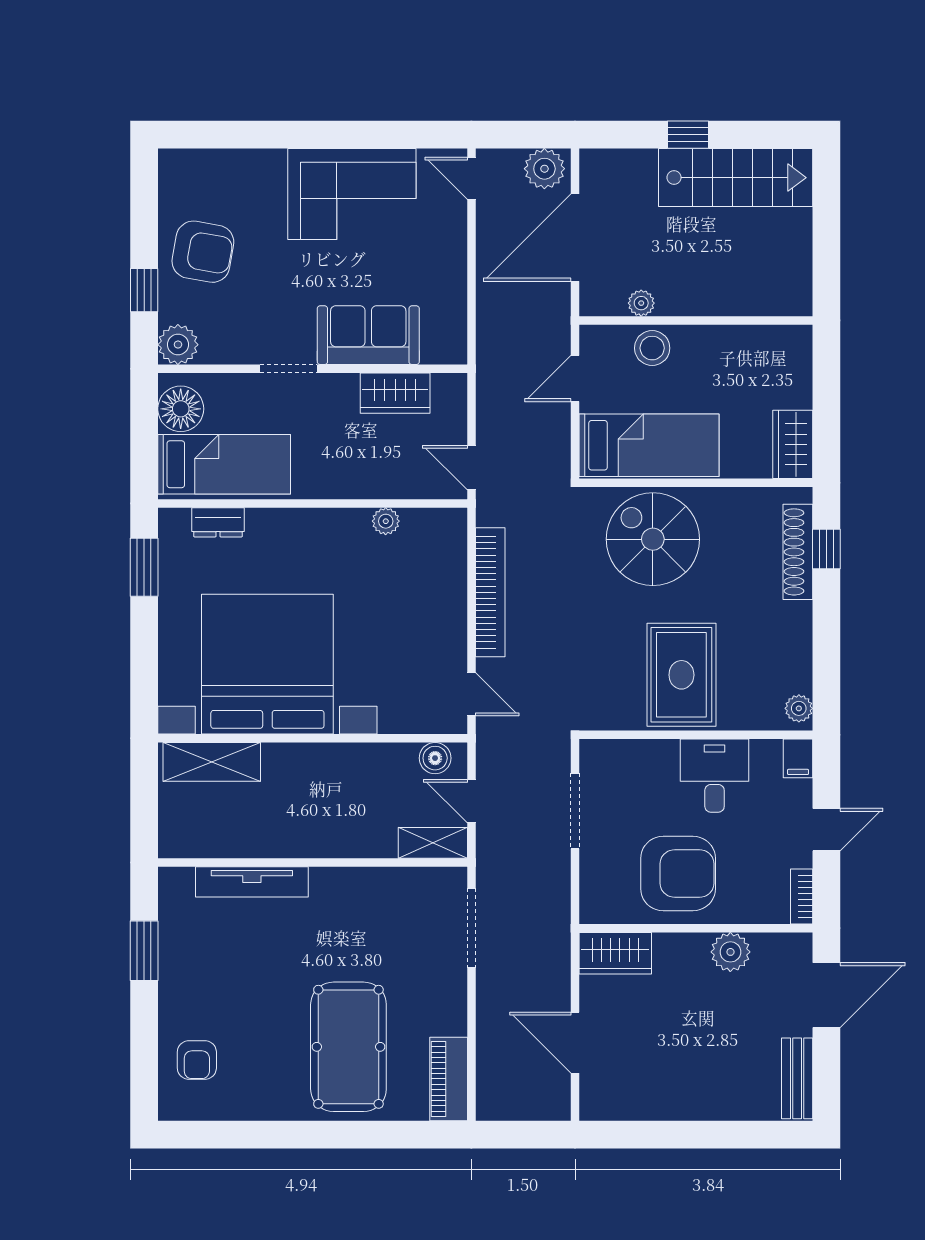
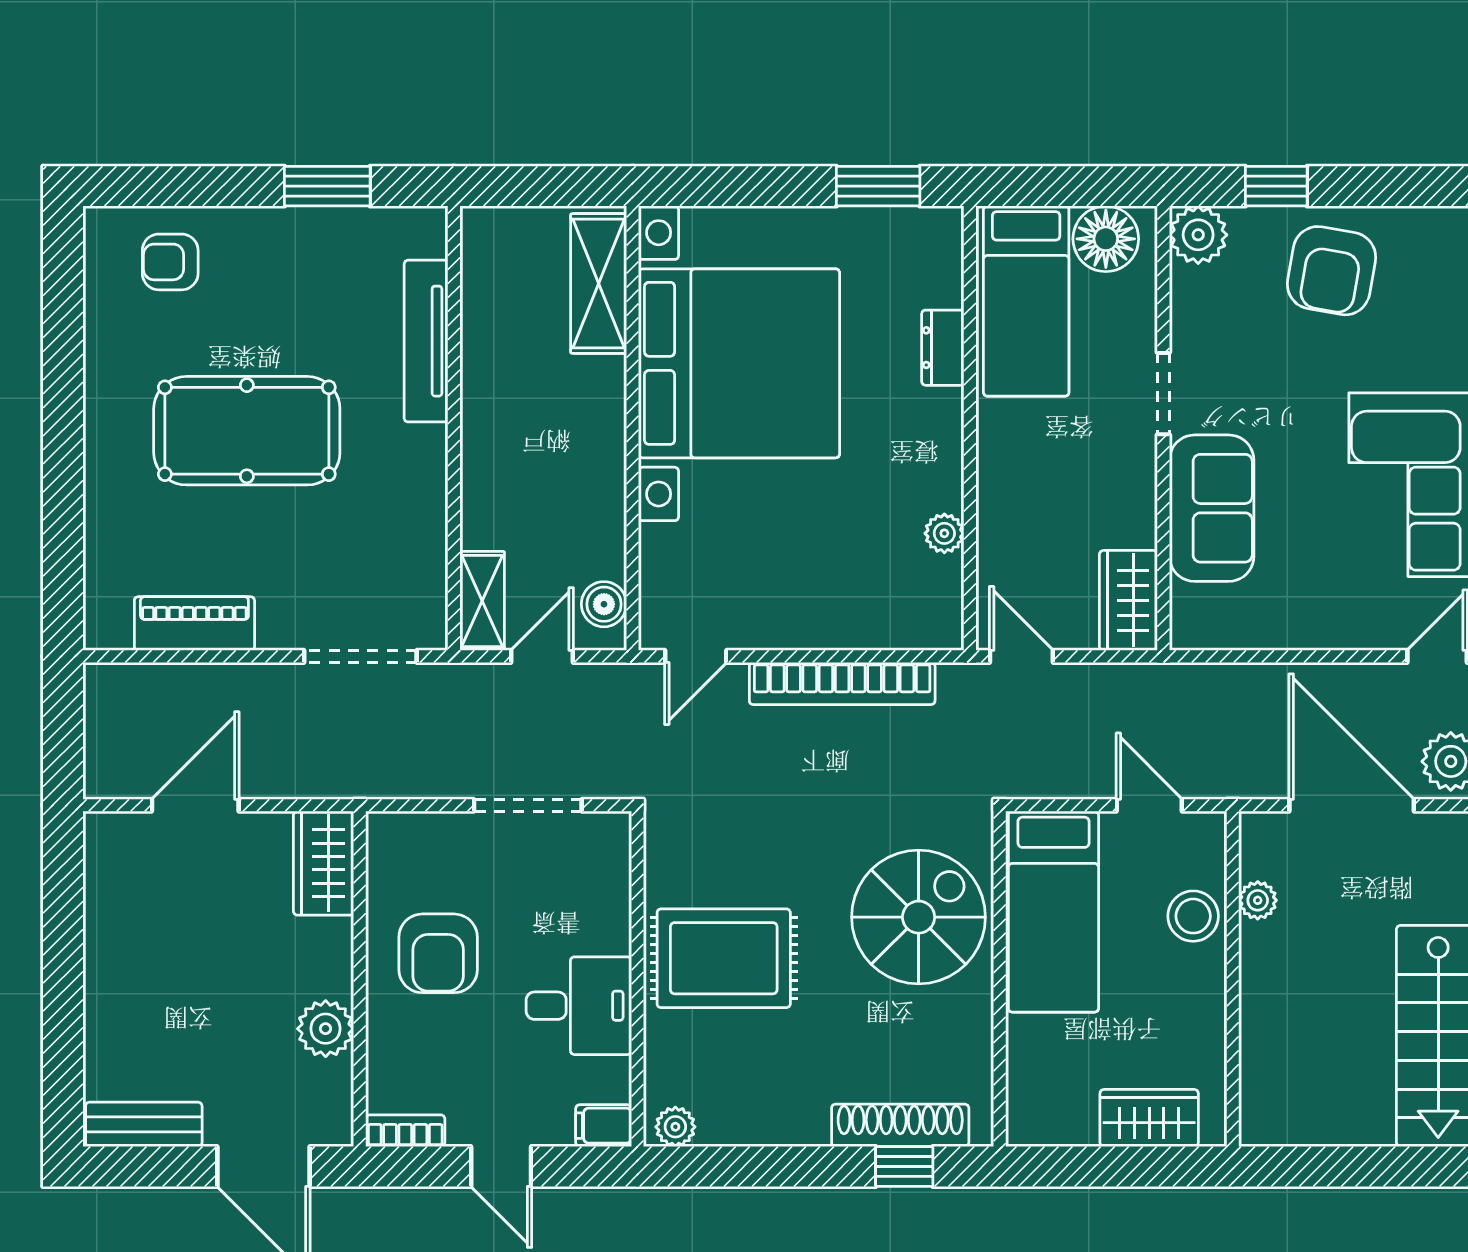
wardrobe: (395, 393) -> (1128, 600), moved
wardrobe: (793, 444) -> (1149, 1118), moved
door: (471, 468) -> (1021, 656), hinge flipped
dresser: (218, 522) -> (943, 348), moved
armchair: (678, 874) -> (438, 953), width x0.73, depth x0.73
pool table: (348, 1047) -> (247, 431), moved
piano: (449, 1079) -> (194, 624), moved

